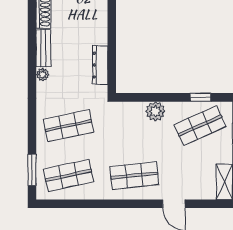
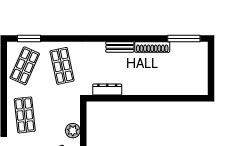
plant: (43, 75) -> (100, 46), removed
shop shelf: (69, 175) -> (25, 66), turned 36

